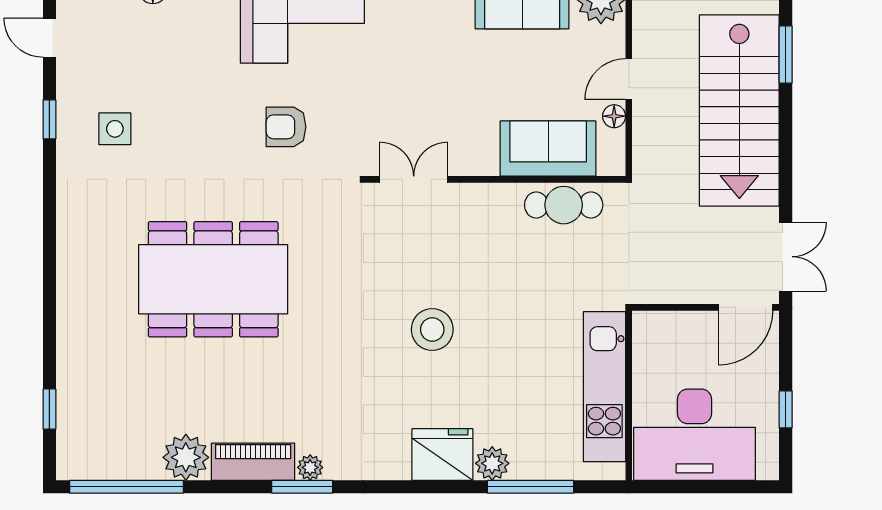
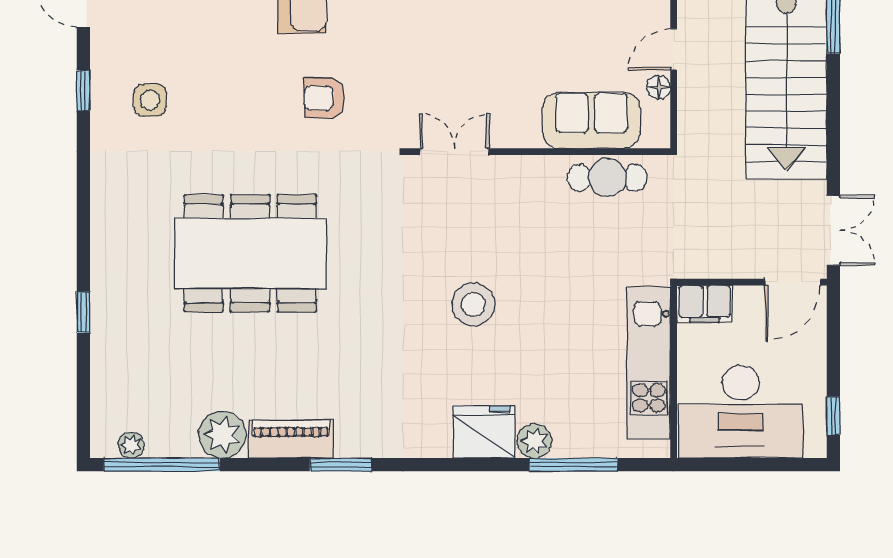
filing cabinet: (659, 329) -> (705, 304), added
window: (49, 409) -> (83, 312), moved
window: (786, 409) -> (833, 416), moved
plant: (310, 467) -> (131, 445), moved

